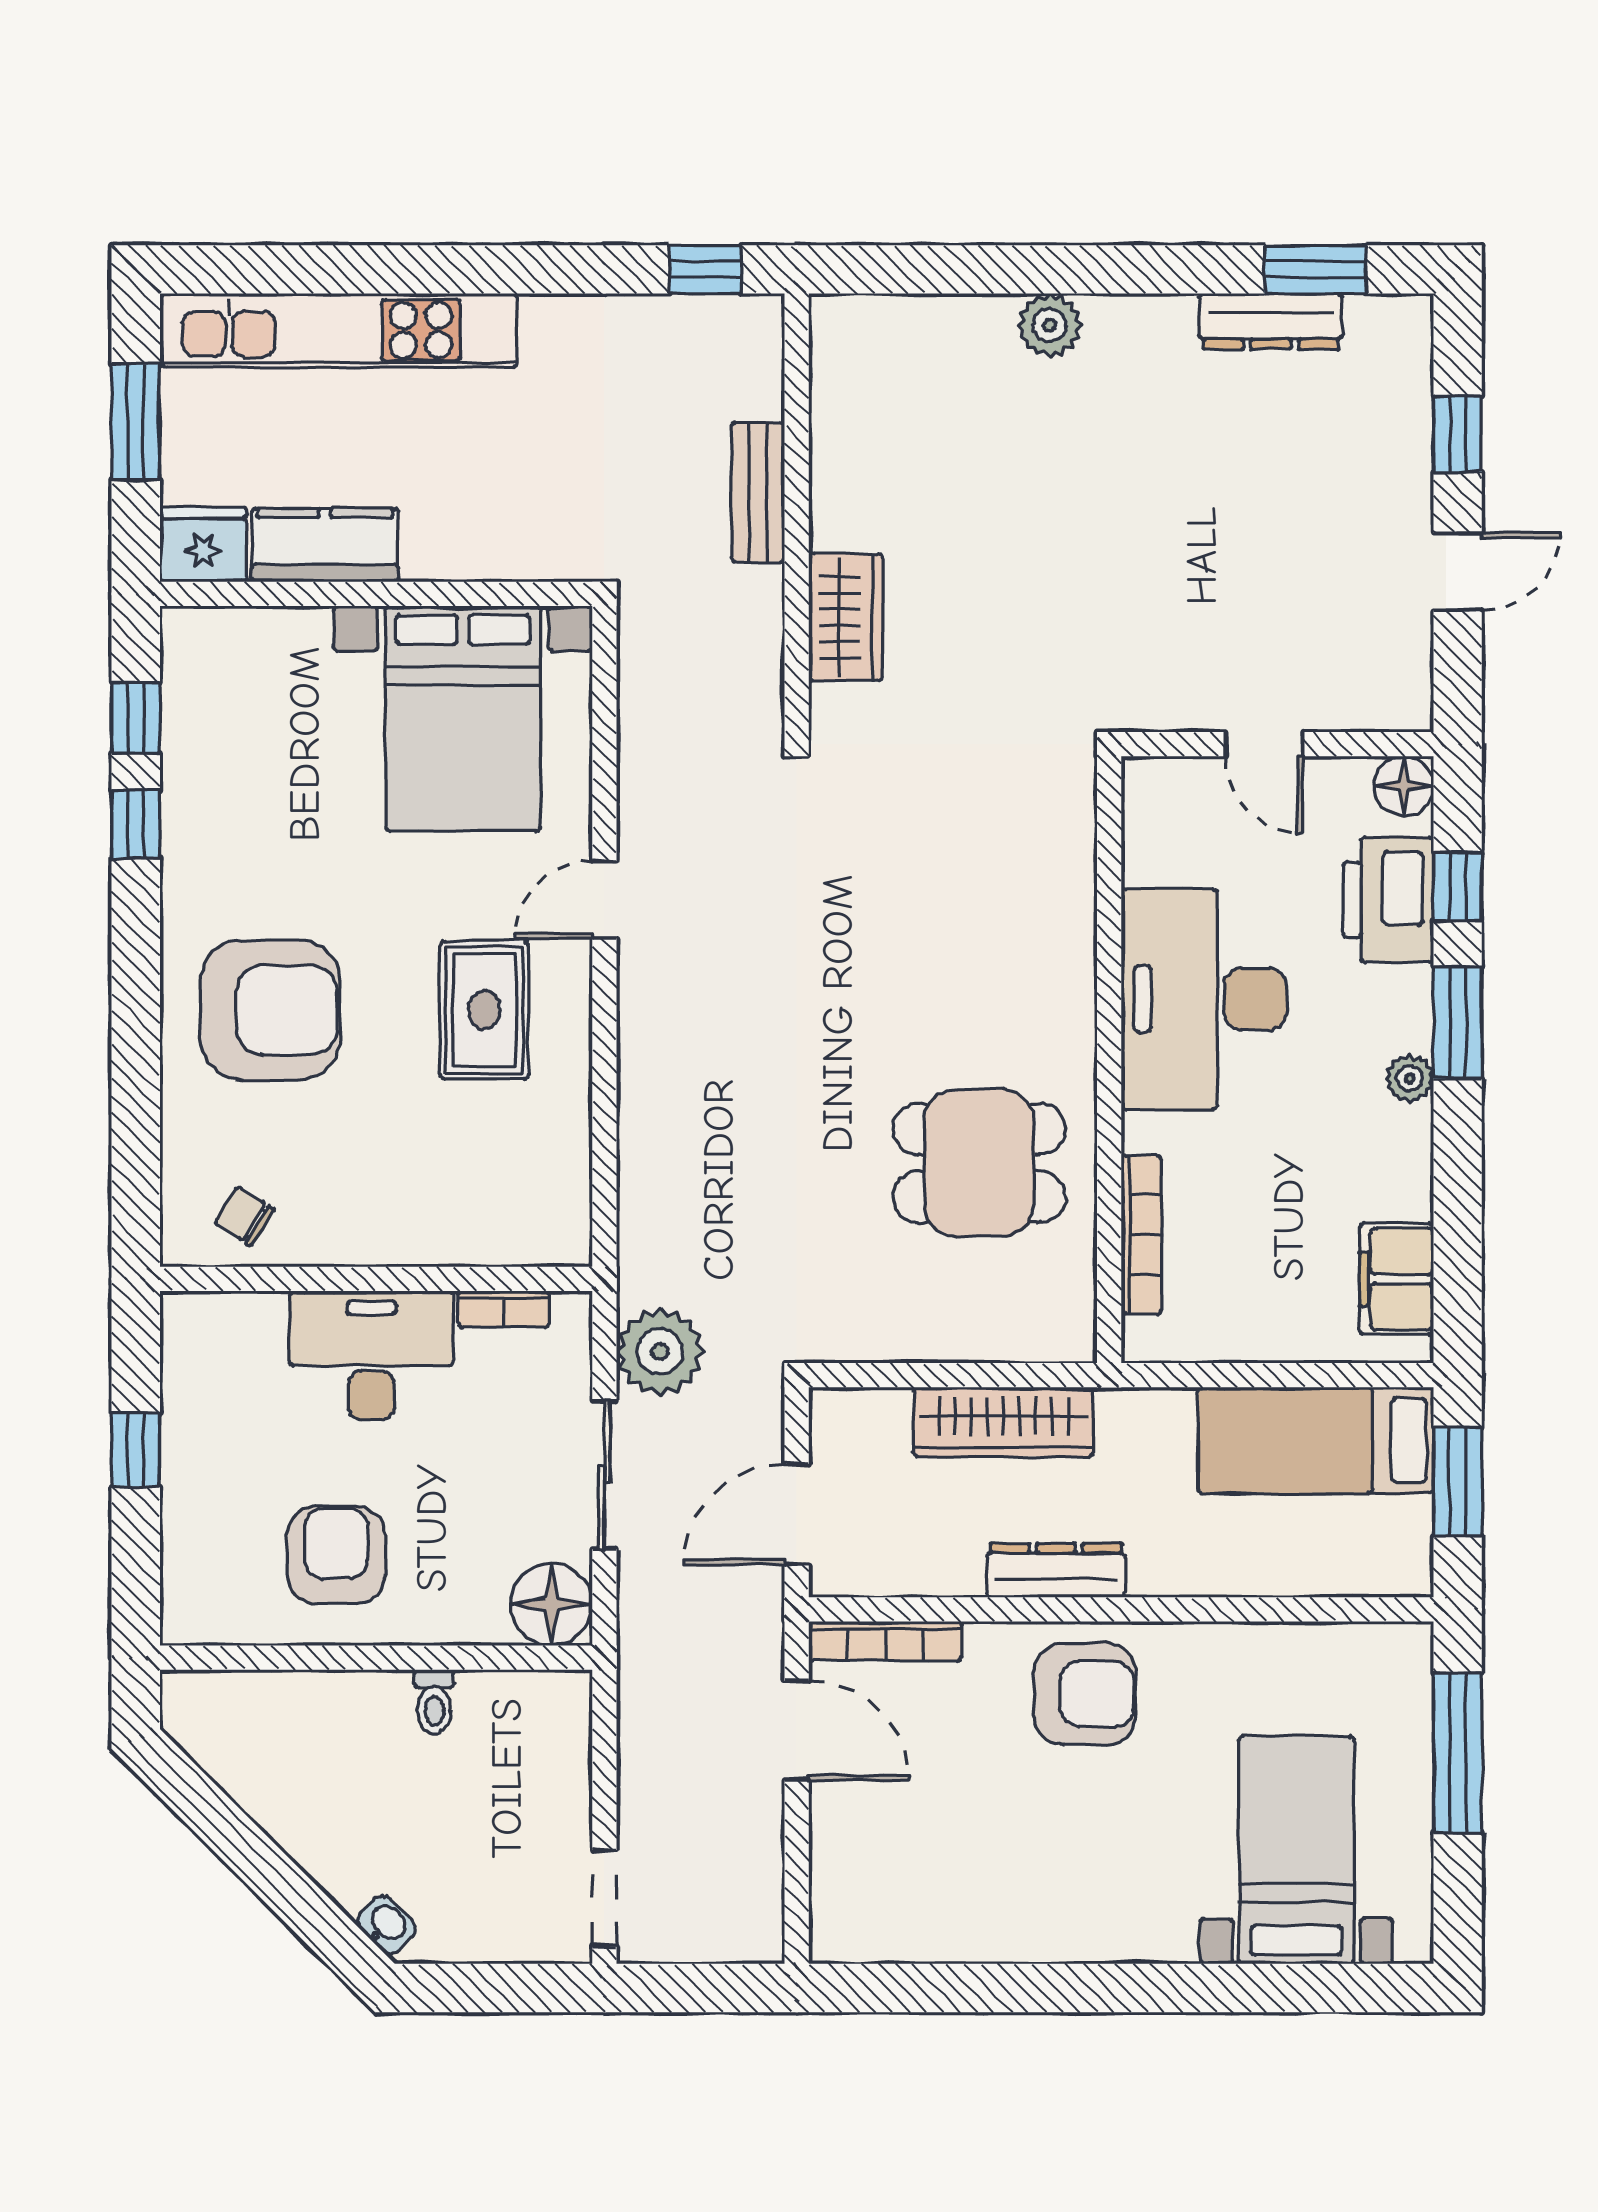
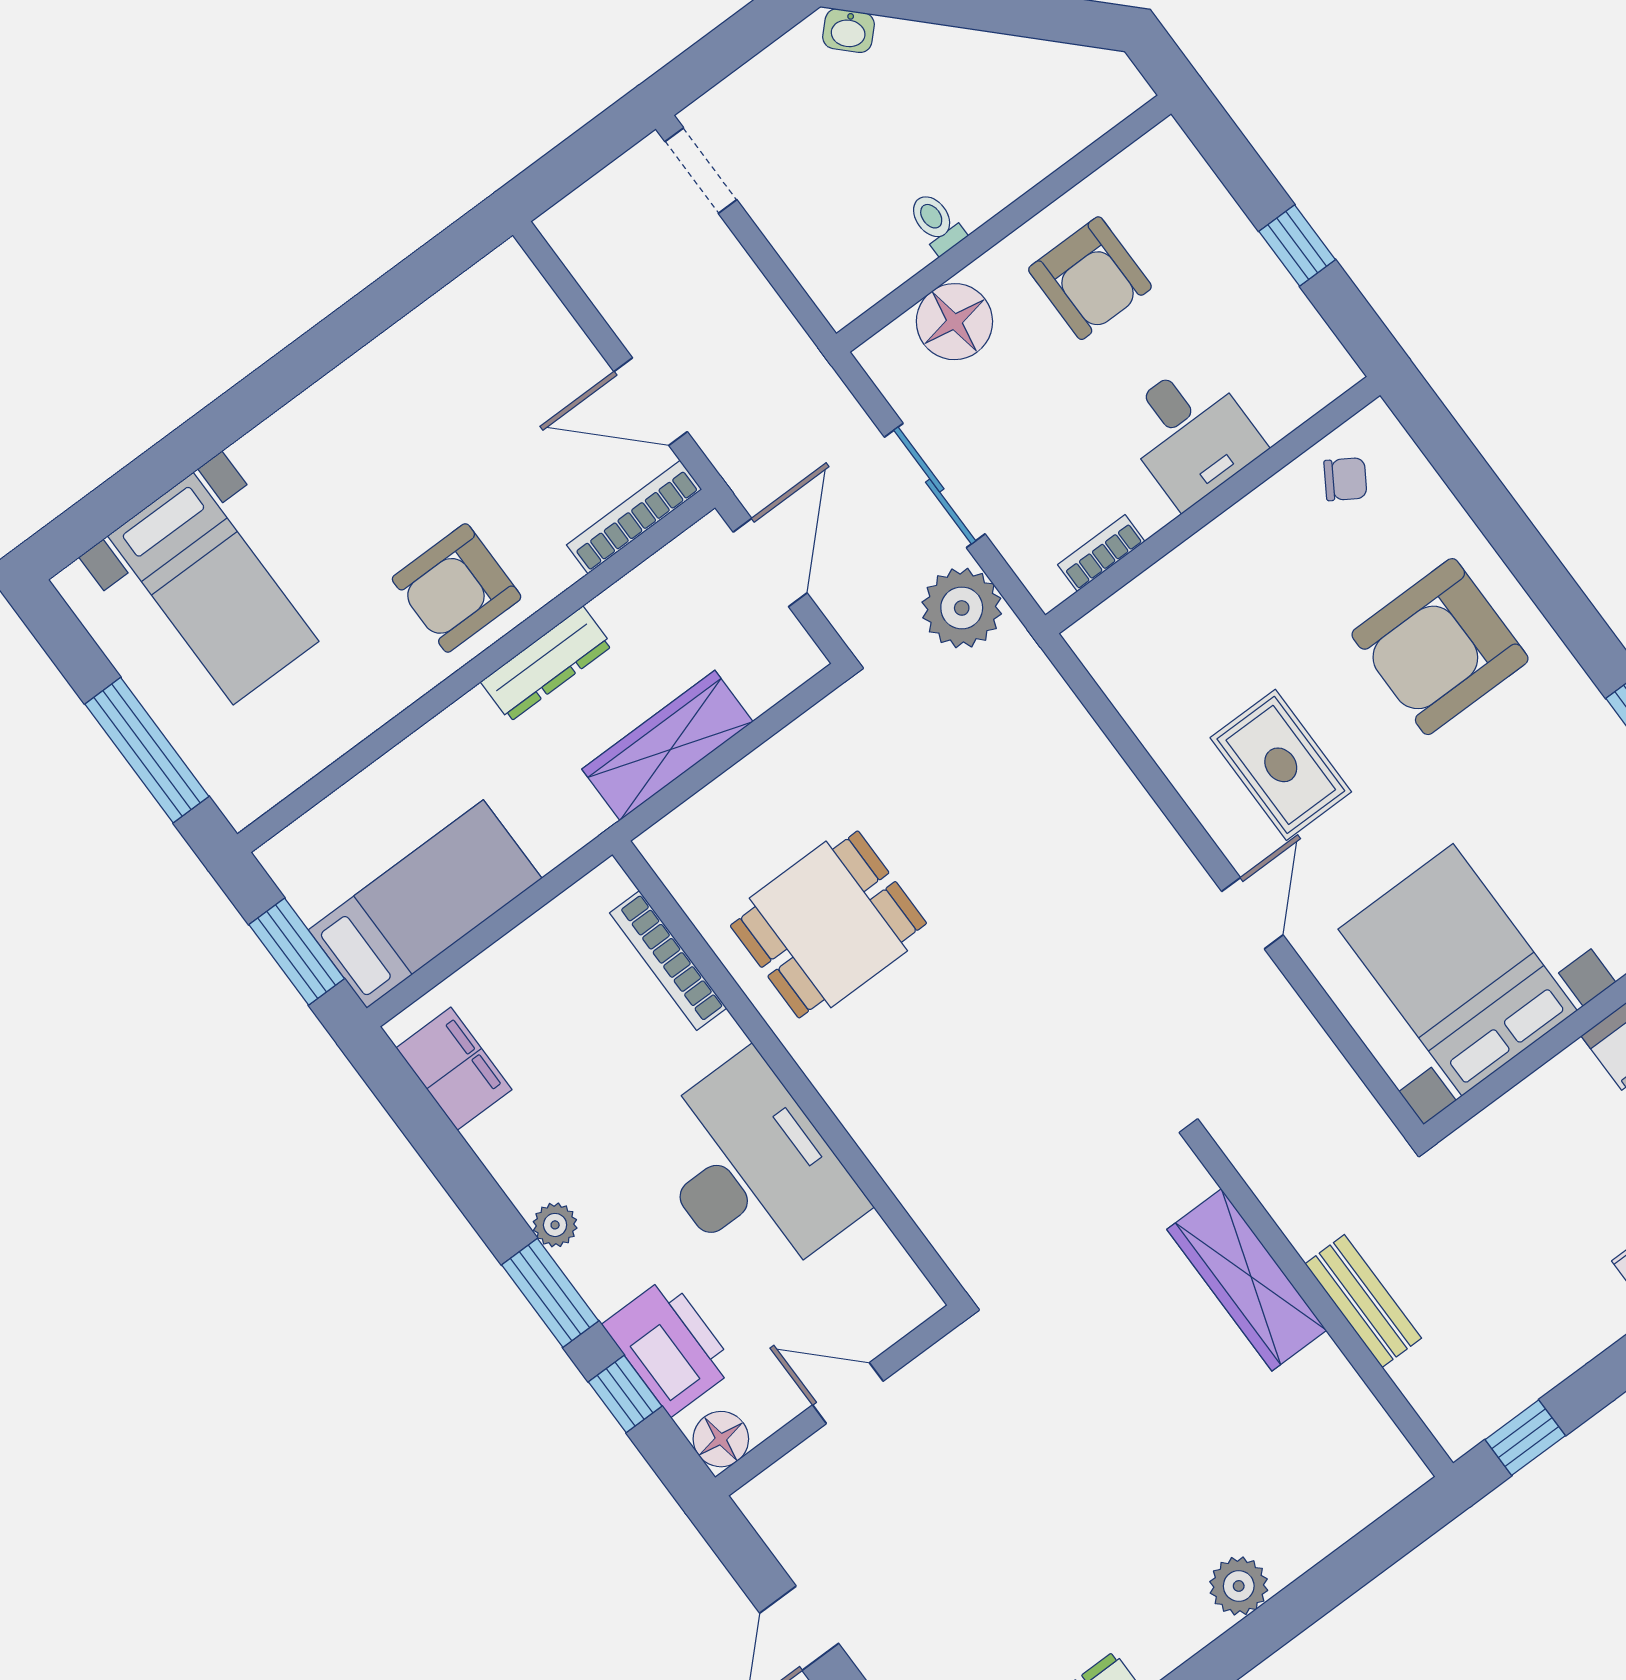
wardrobe: (846, 617) -> (1247, 1280), width x1.50
desk: (371, 1355) -> (1191, 434), width x0.73
floor lamp: (551, 1604) -> (954, 322), moved

